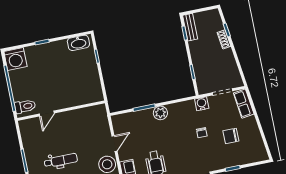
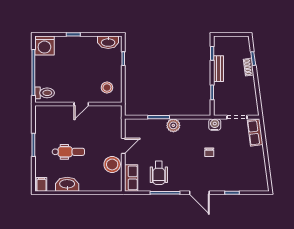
bench: (190, 27) -> (218, 69), moved
stool: (86, 88) -> (107, 87), added
door: (47, 114) -> (81, 104), moved
chair: (231, 136) -> (237, 161), removed

